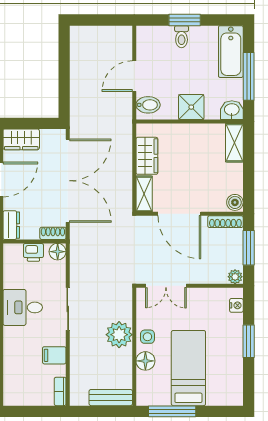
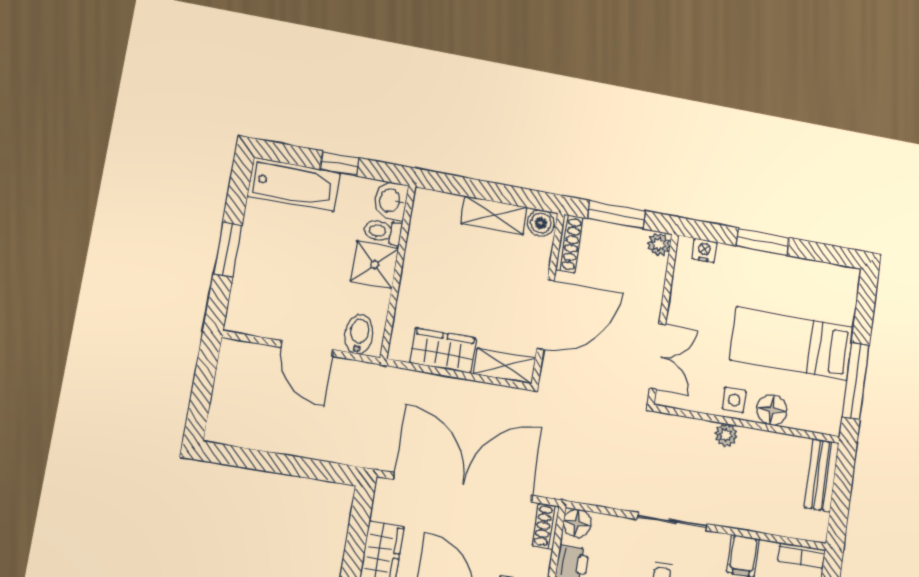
toilet: (182, 37) -> (383, 231), moved, turned 180
window: (249, 76) -> (340, 164), width x0.46
shelving: (234, 143) -> (494, 215), moved
plant: (119, 335) -> (726, 435), width x0.53, depth x0.53

